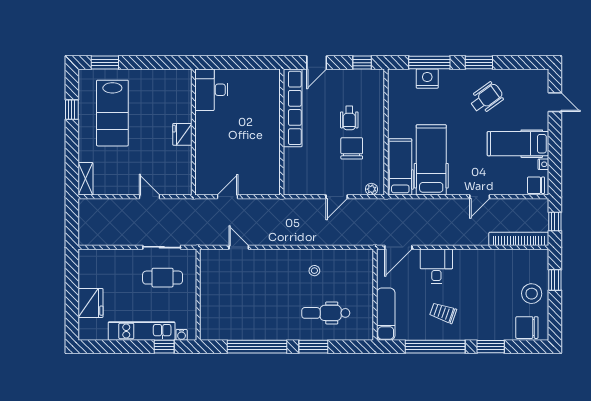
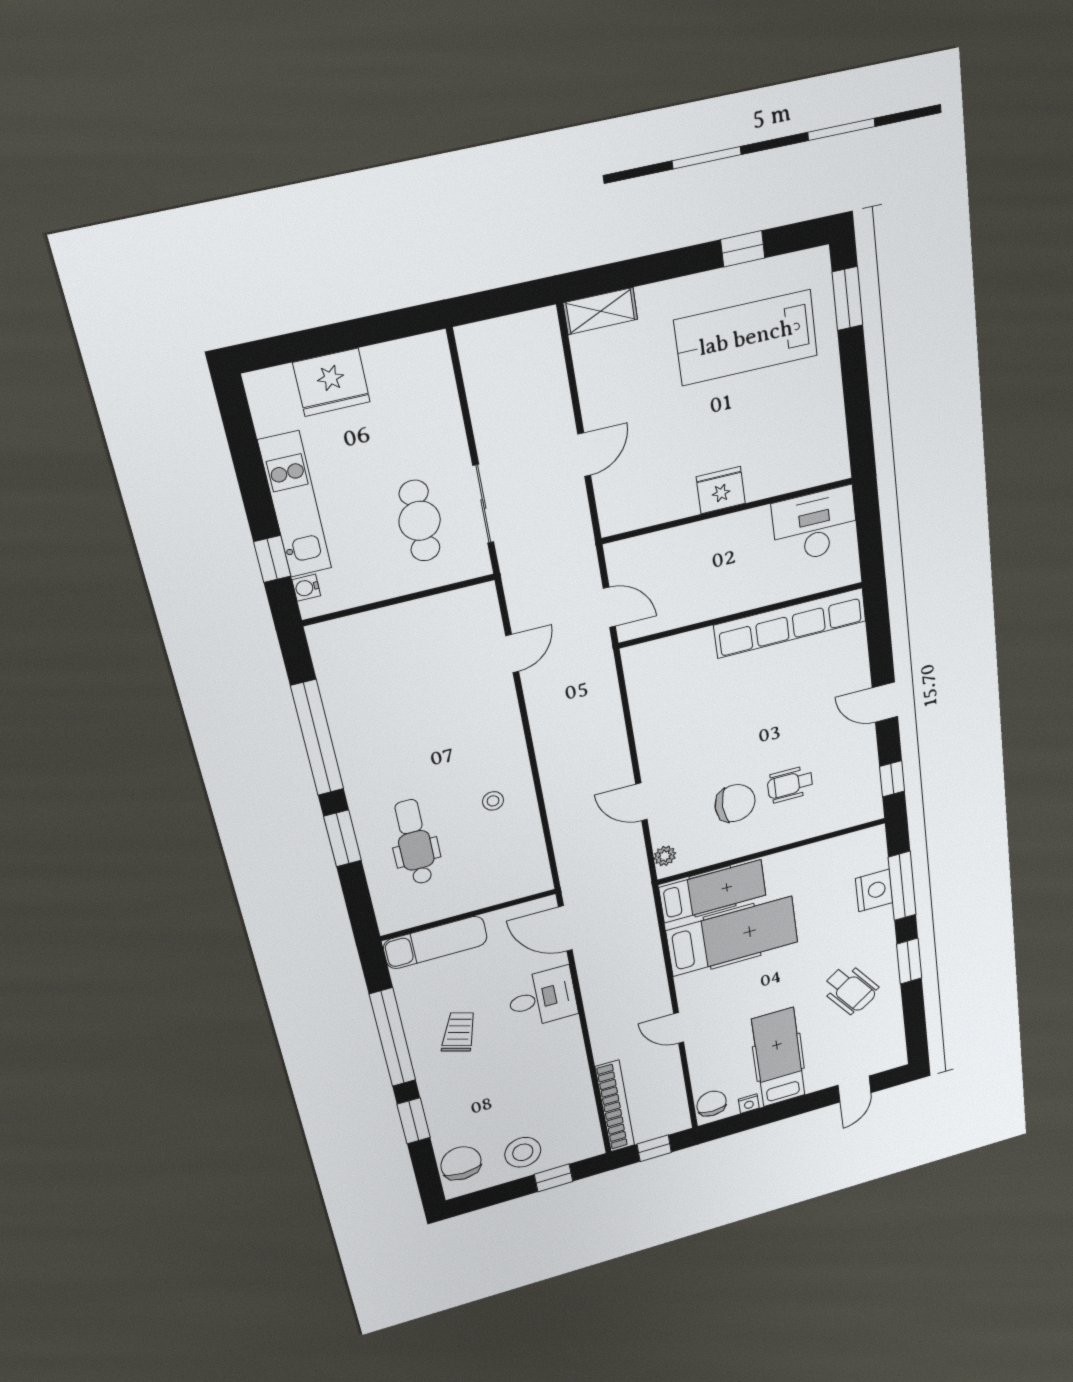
row of seats: (293, 108) -> (790, 623), moved
wall: (282, 132) -> (742, 615), moved

